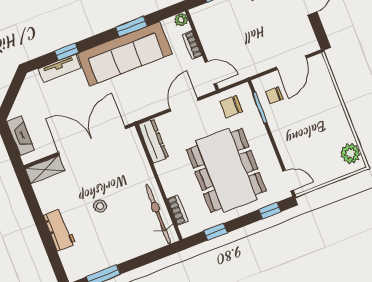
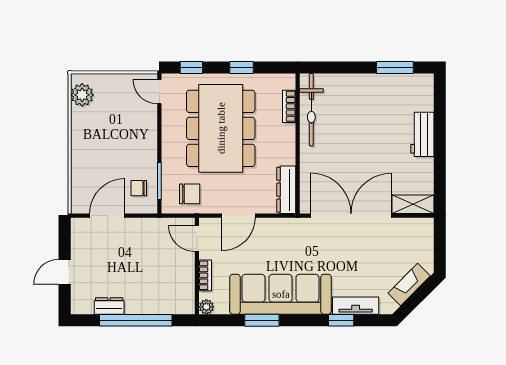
chair: (274, 95) -> (139, 188), turned 180
fireplace: (21, 136) -> (409, 285), moved, turned 45
double door: (92, 140) -> (351, 216), swing flipped
stool: (100, 206) -> (370, 143), removed
window: (216, 232) -> (241, 68), moved

